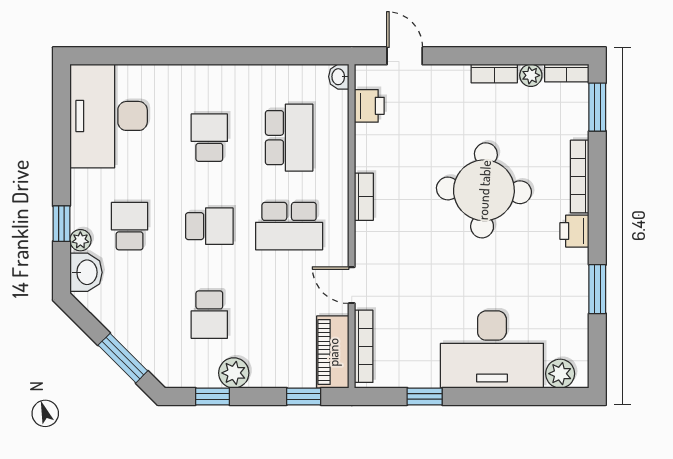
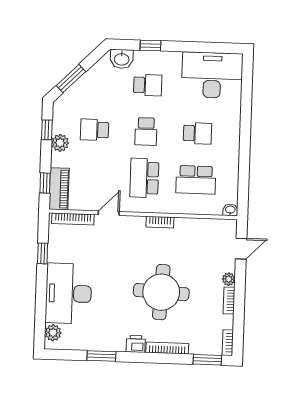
plant: (531, 75) -> (229, 279), moved
printer: (369, 106) -> (213, 227), removed
plant: (80, 240) -> (140, 56), removed
piano: (333, 352) -> (59, 189), moved, turned 90

